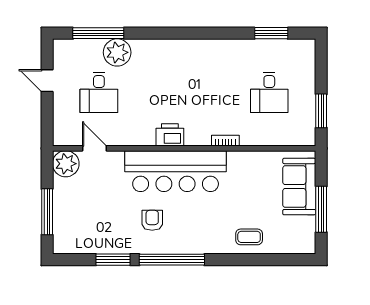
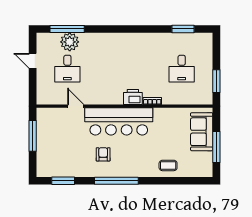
plant: (117, 52) -> (70, 42), moved
printer: (170, 135) -> (133, 97), moved
door: (94, 148) -> (76, 106), moved
plant: (66, 164) -> (45, 116), removed
window: (47, 212) -> (33, 136), moved
window: (113, 260) -> (63, 181), moved

